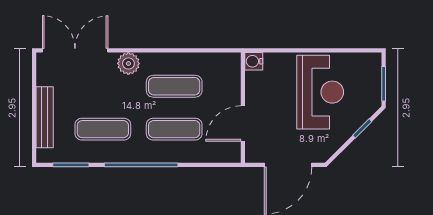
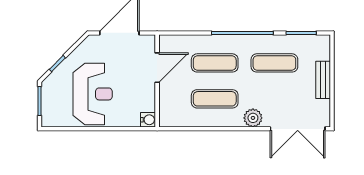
reception desk: (320, 92) -> (93, 94), turned 180
bench: (45, 117) -> (323, 80), width x0.73

